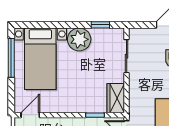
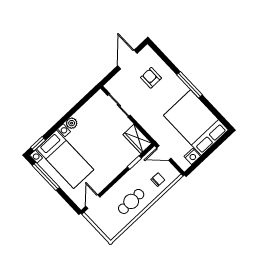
window: (100, 25) -> (38, 144), moved
plant: (79, 39) -> (72, 123), width x0.53, depth x0.53

